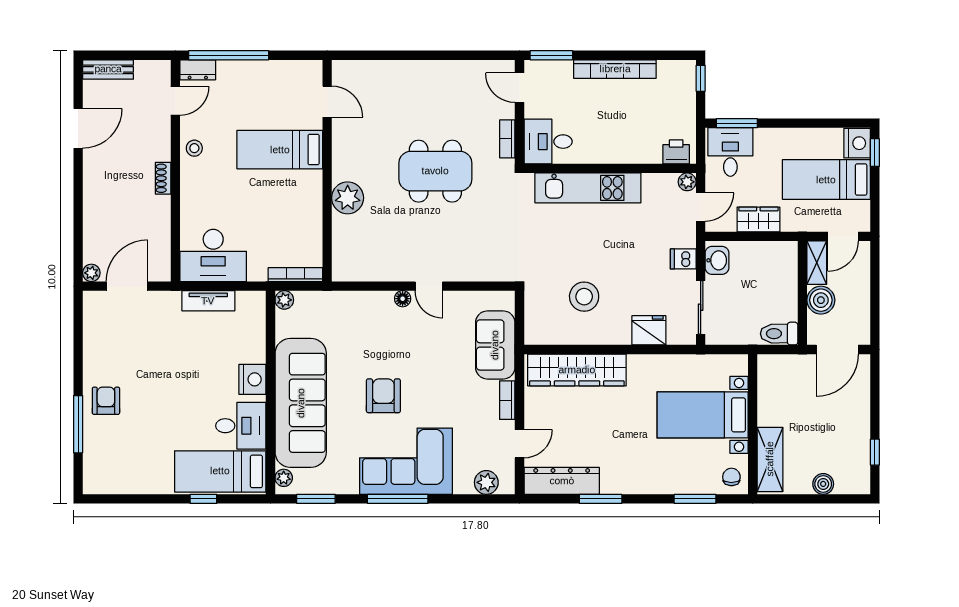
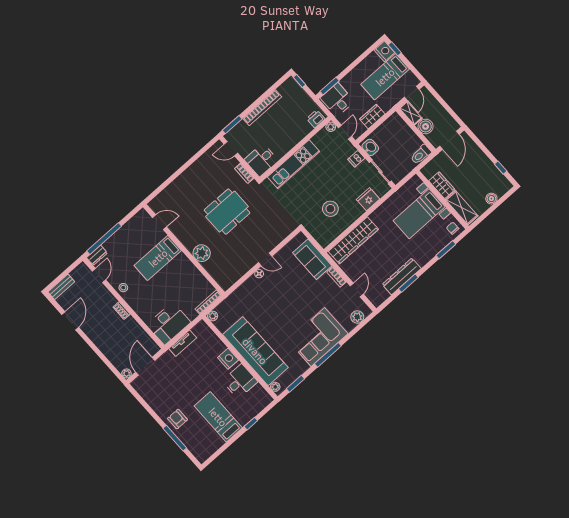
armchair: (383, 396) -> (286, 319), removed
wardrobe: (770, 403) -> (442, 185), added
bed: (220, 471) -> (218, 417), moved, turned 90
dresser: (562, 481) -> (402, 276), moved

